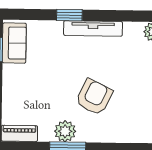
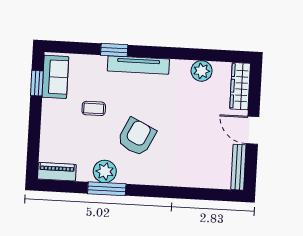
coffee table: (52, 72) -> (94, 108), added

